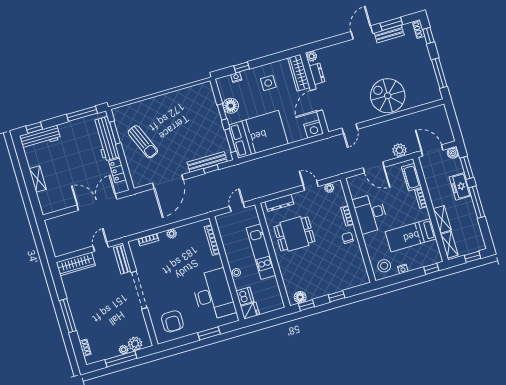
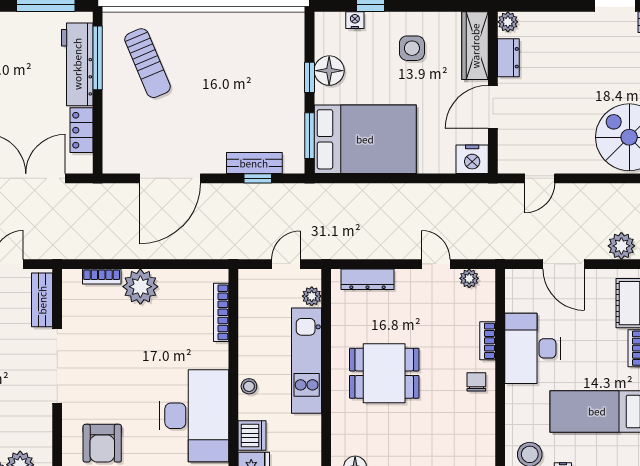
window: (115, 133) -> (98, 58), width x1.44
sun lounger: (143, 142) -> (148, 63), moved
bench: (207, 162) -> (254, 163), width x0.73
plant: (254, 219) -> (312, 296), added
plant: (172, 234) -> (140, 287), width x1.88, depth x1.88
dining table: (294, 234) -> (384, 373), moved

